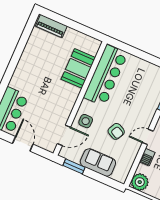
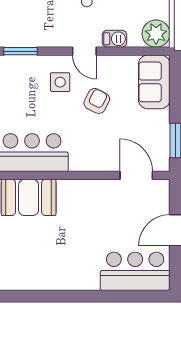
side table: (86, 121) -> (60, 82), moved
sofa: (98, 162) -> (154, 82), moved

